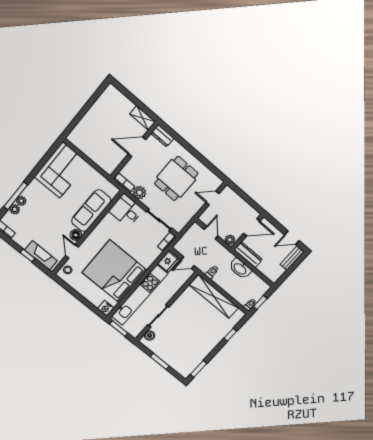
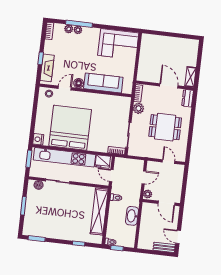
desk: (126, 210) -> (120, 107), removed
dresser: (248, 255) -> (146, 215), removed

